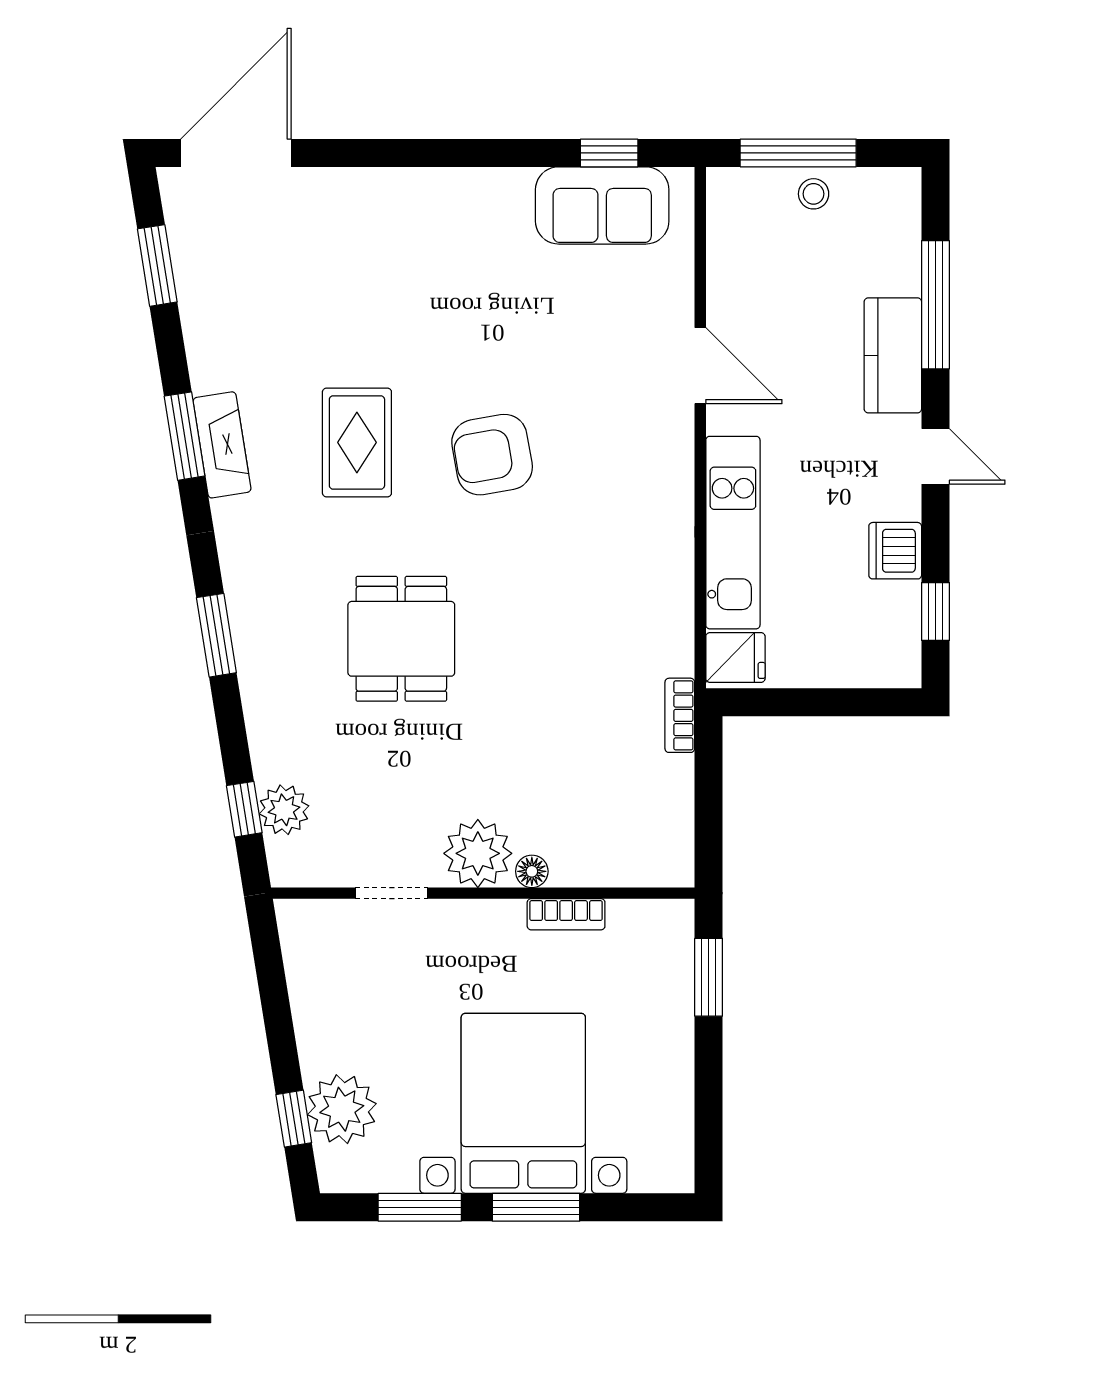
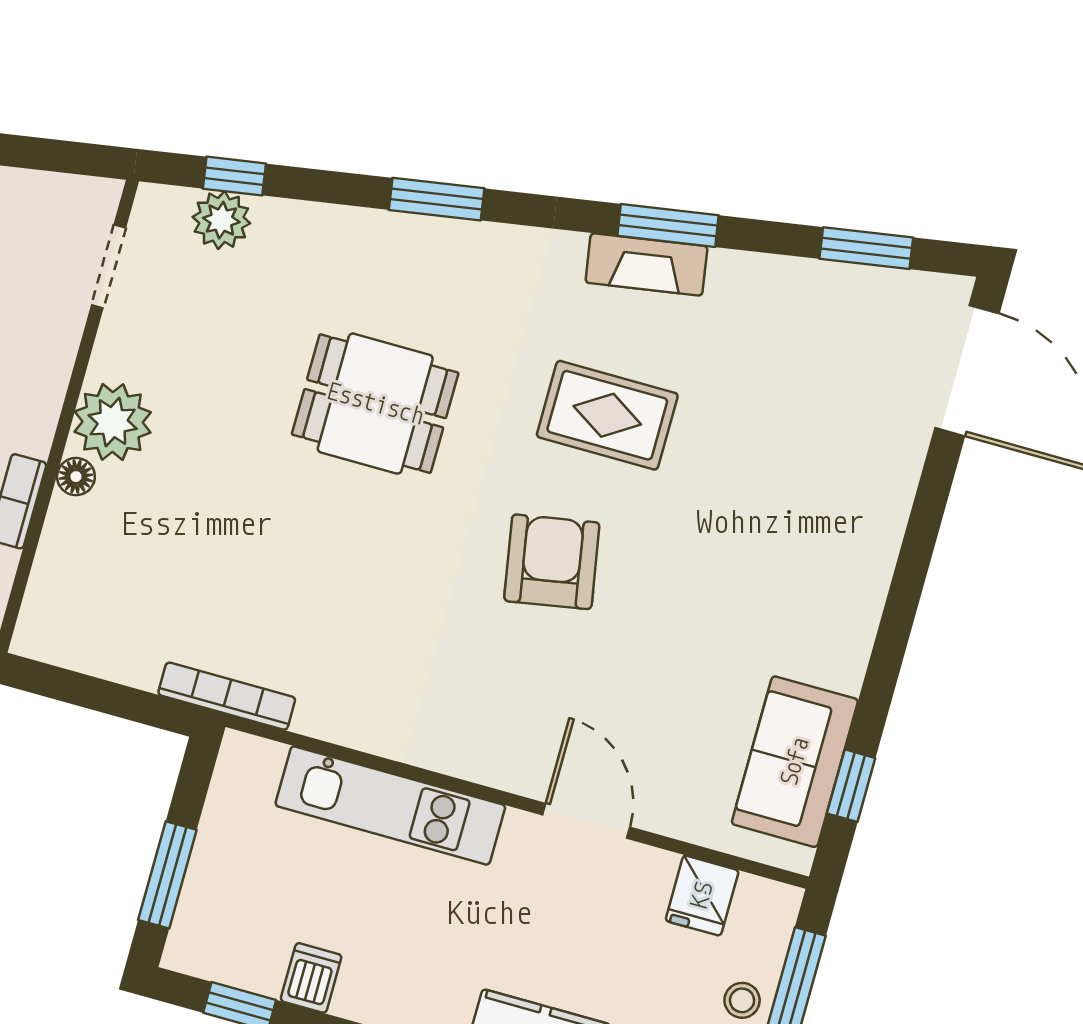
door: (700, 366) -> (586, 821), swing flipped
dishwasher: (895, 551) -> (311, 978), width x0.73
fridge: (735, 657) -> (702, 896), moved
window: (843, 702) -> (167, 875), added
bookcase: (680, 715) -> (227, 696), width x1.56
doorway: (391, 893) -> (109, 266), moved

